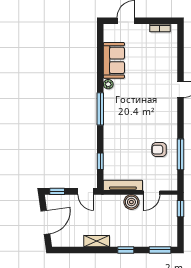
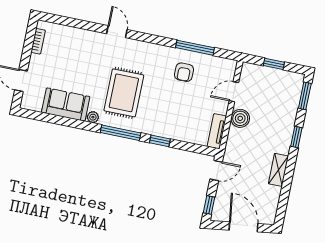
rug: (133, 105) -> (124, 93), added
window: (100, 161) -> (160, 141), moved
tv unit: (123, 185) -> (217, 131), width x0.71
door: (152, 193) -> (234, 92), swing flipped
window: (180, 209) -> (274, 64), moved

